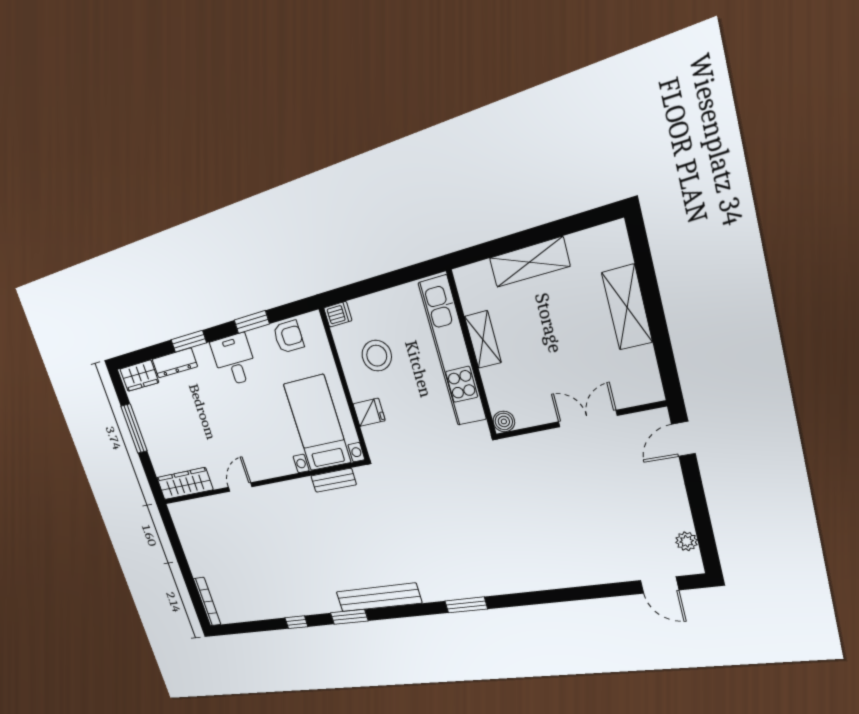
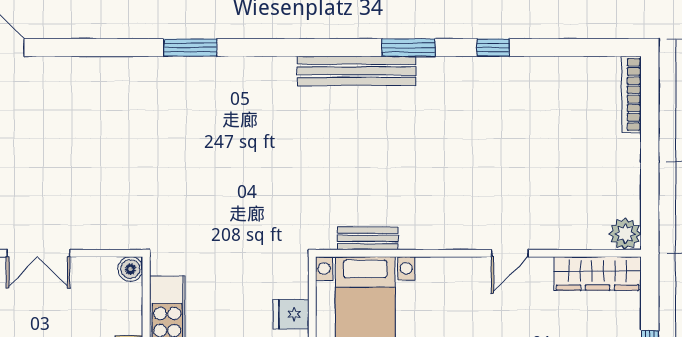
plant: (179, 513) -> (625, 234), added
window: (466, 605) -> (190, 48), moved

